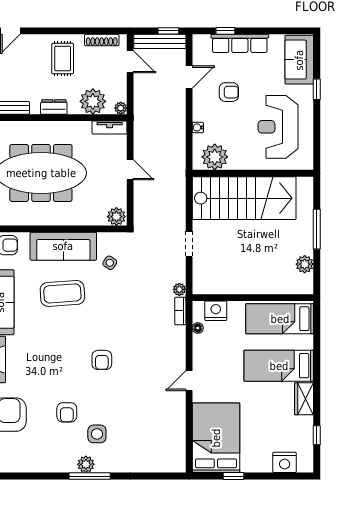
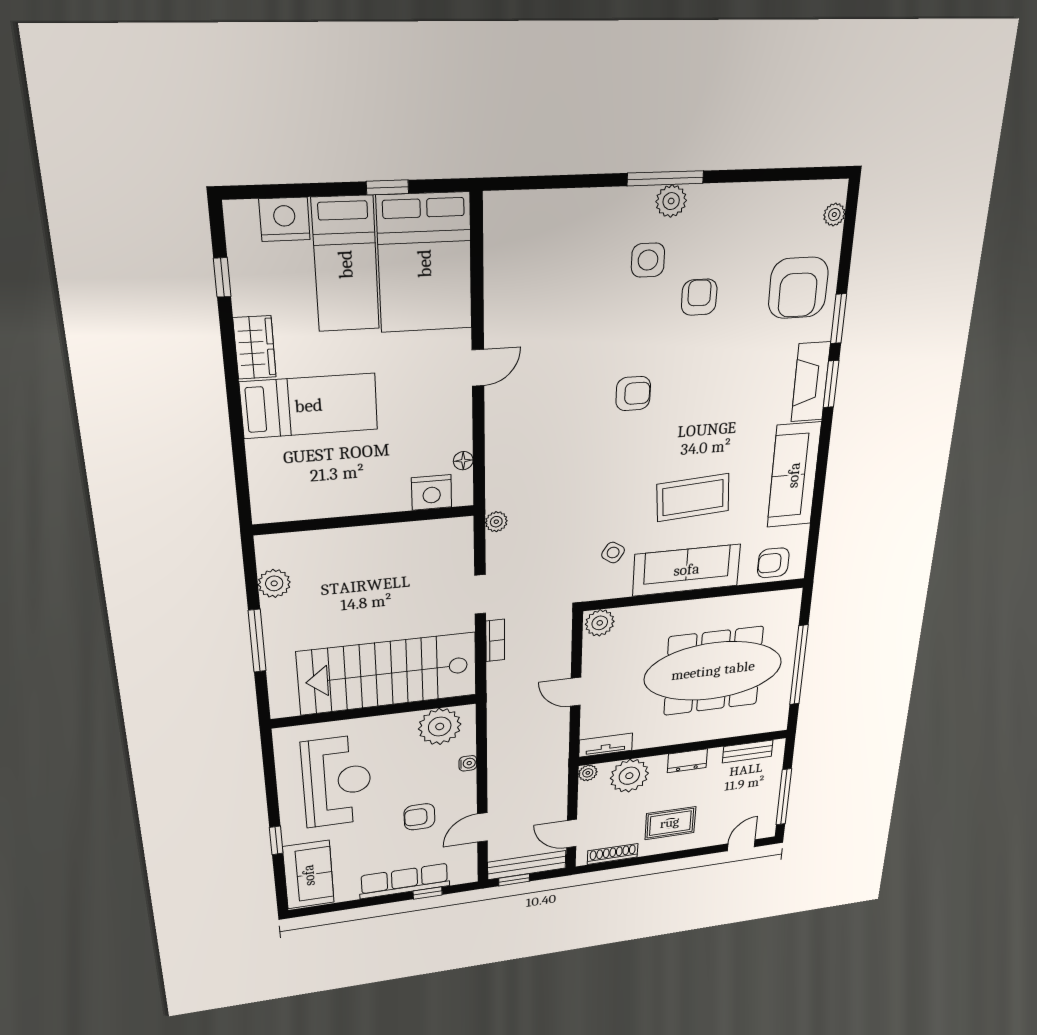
rug: (63, 58) -> (670, 823), turned 90
bookcase: (180, 311) -> (495, 640), moved
bed: (280, 319) -> (346, 264), moved, turned 90
armchair: (102, 360) -> (633, 394), turned 90

